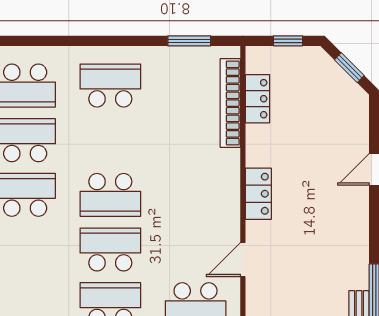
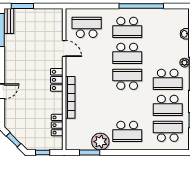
plant: (167, 64) -> (100, 142), added
bookcase: (230, 103) -> (70, 97), moved
door: (243, 260) -> (64, 49), hinge flipped

